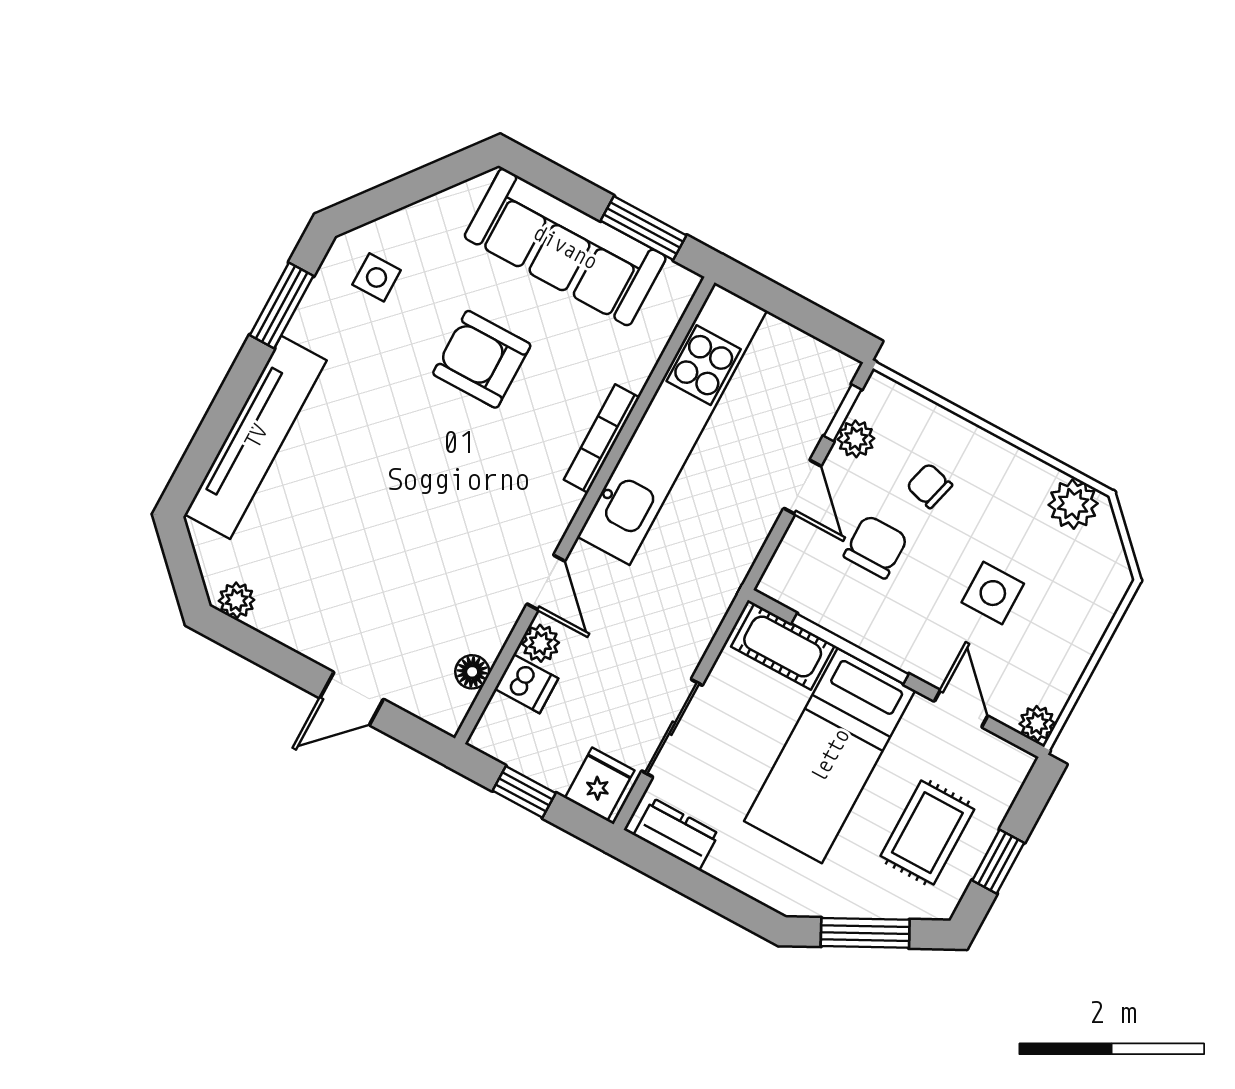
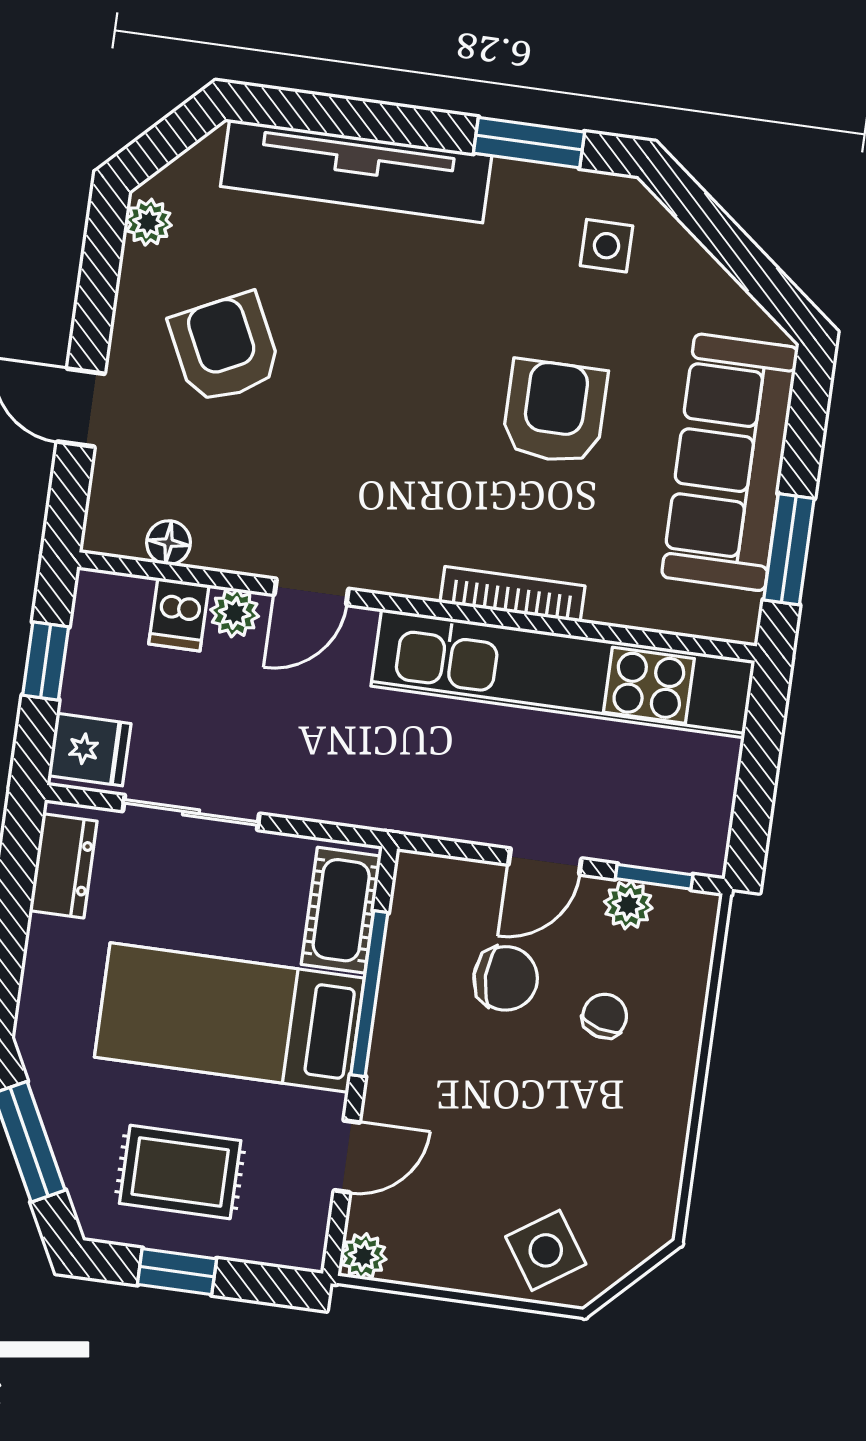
plant: (1073, 504) -> (648, 1200), removed
armchair: (348, 579) -> (225, 348), added
side table: (993, 593) -> (546, 1250), moved, turned -34

